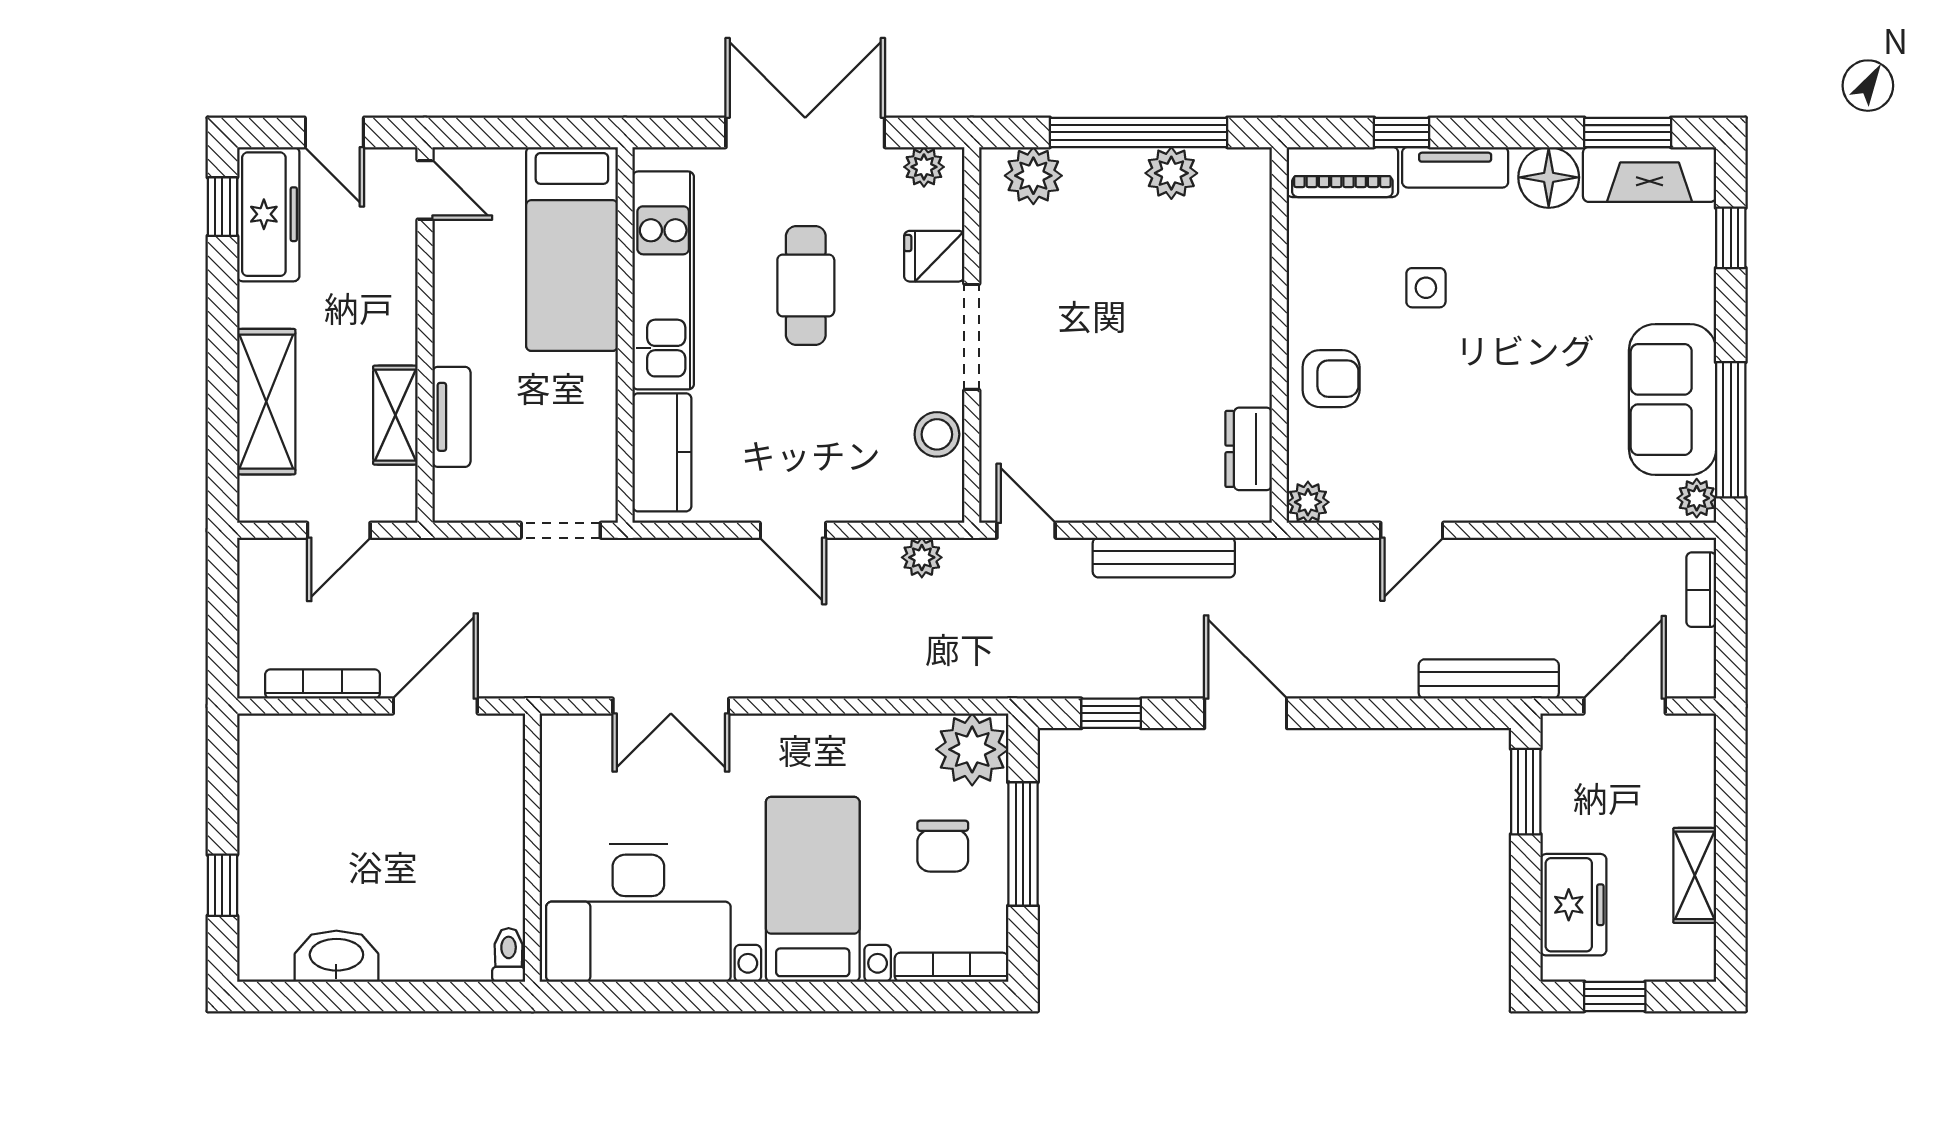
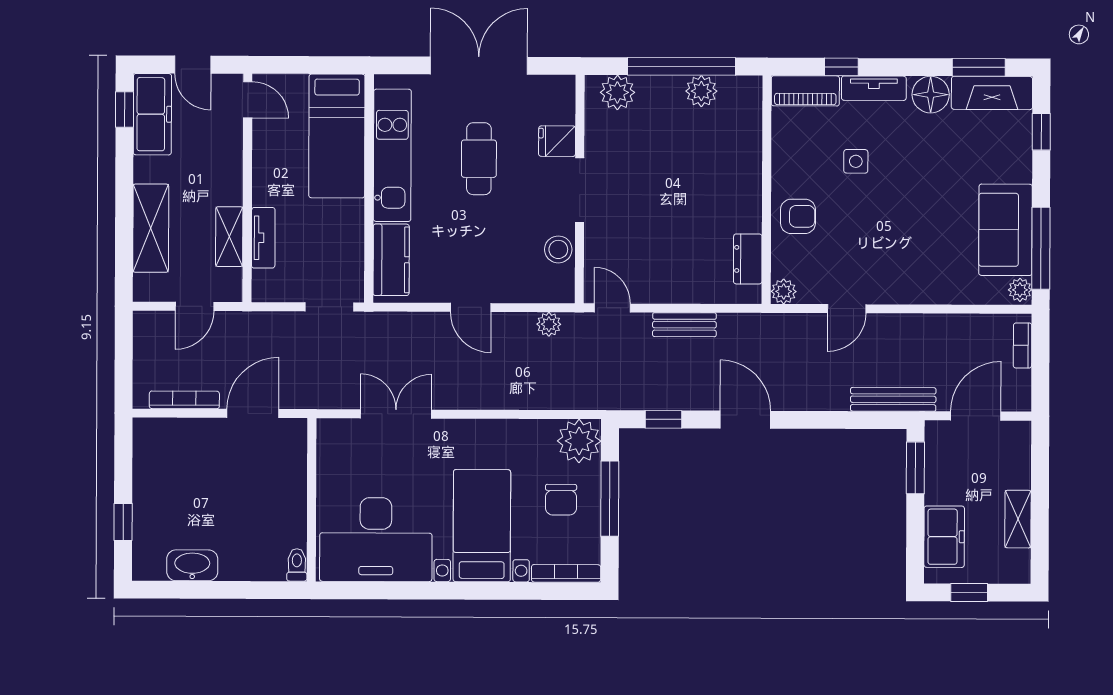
plant: (924, 167) -> (551, 87), removed
bench: (1164, 557) -> (684, 325), width x0.73
double door: (671, 706) -> (396, 414), swing flipped

